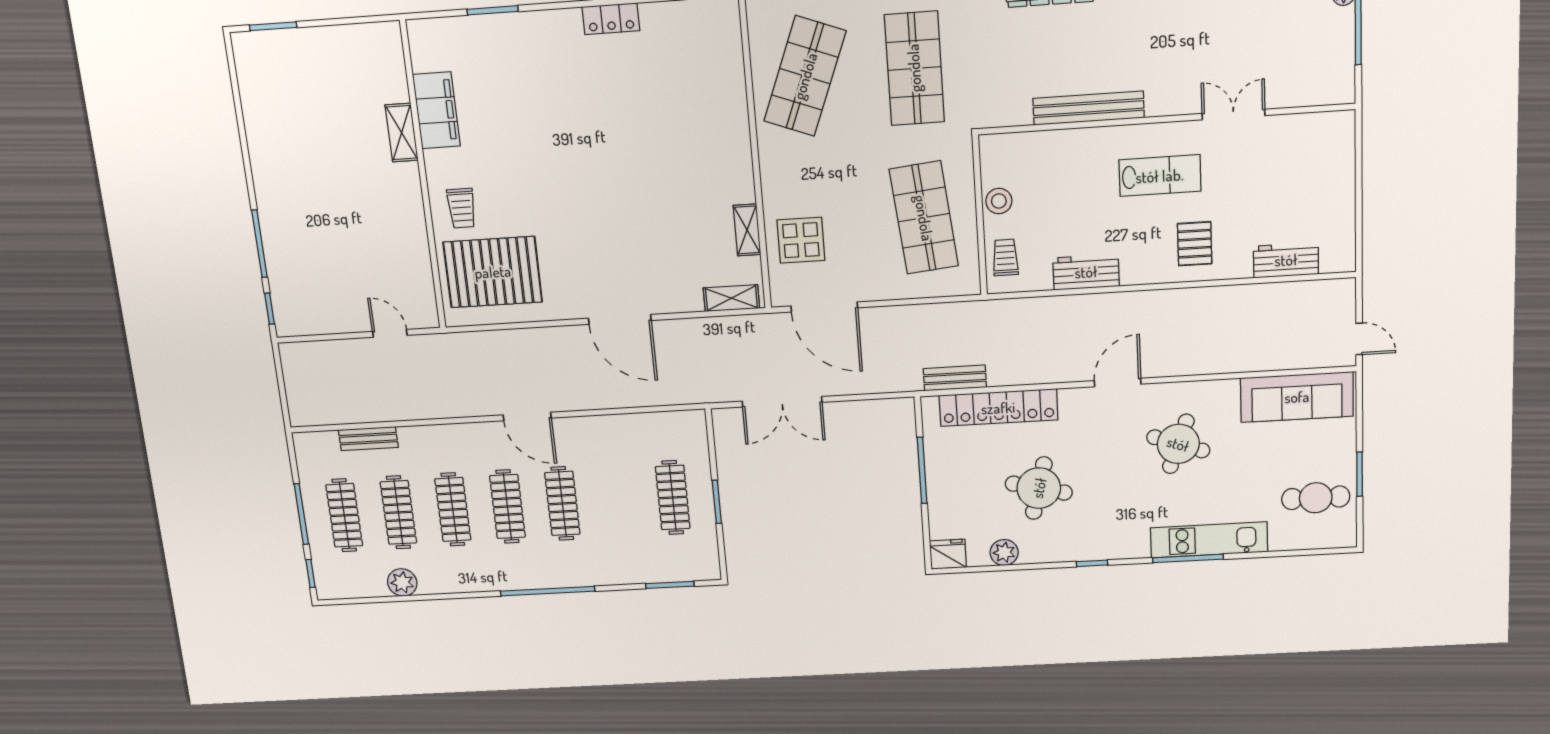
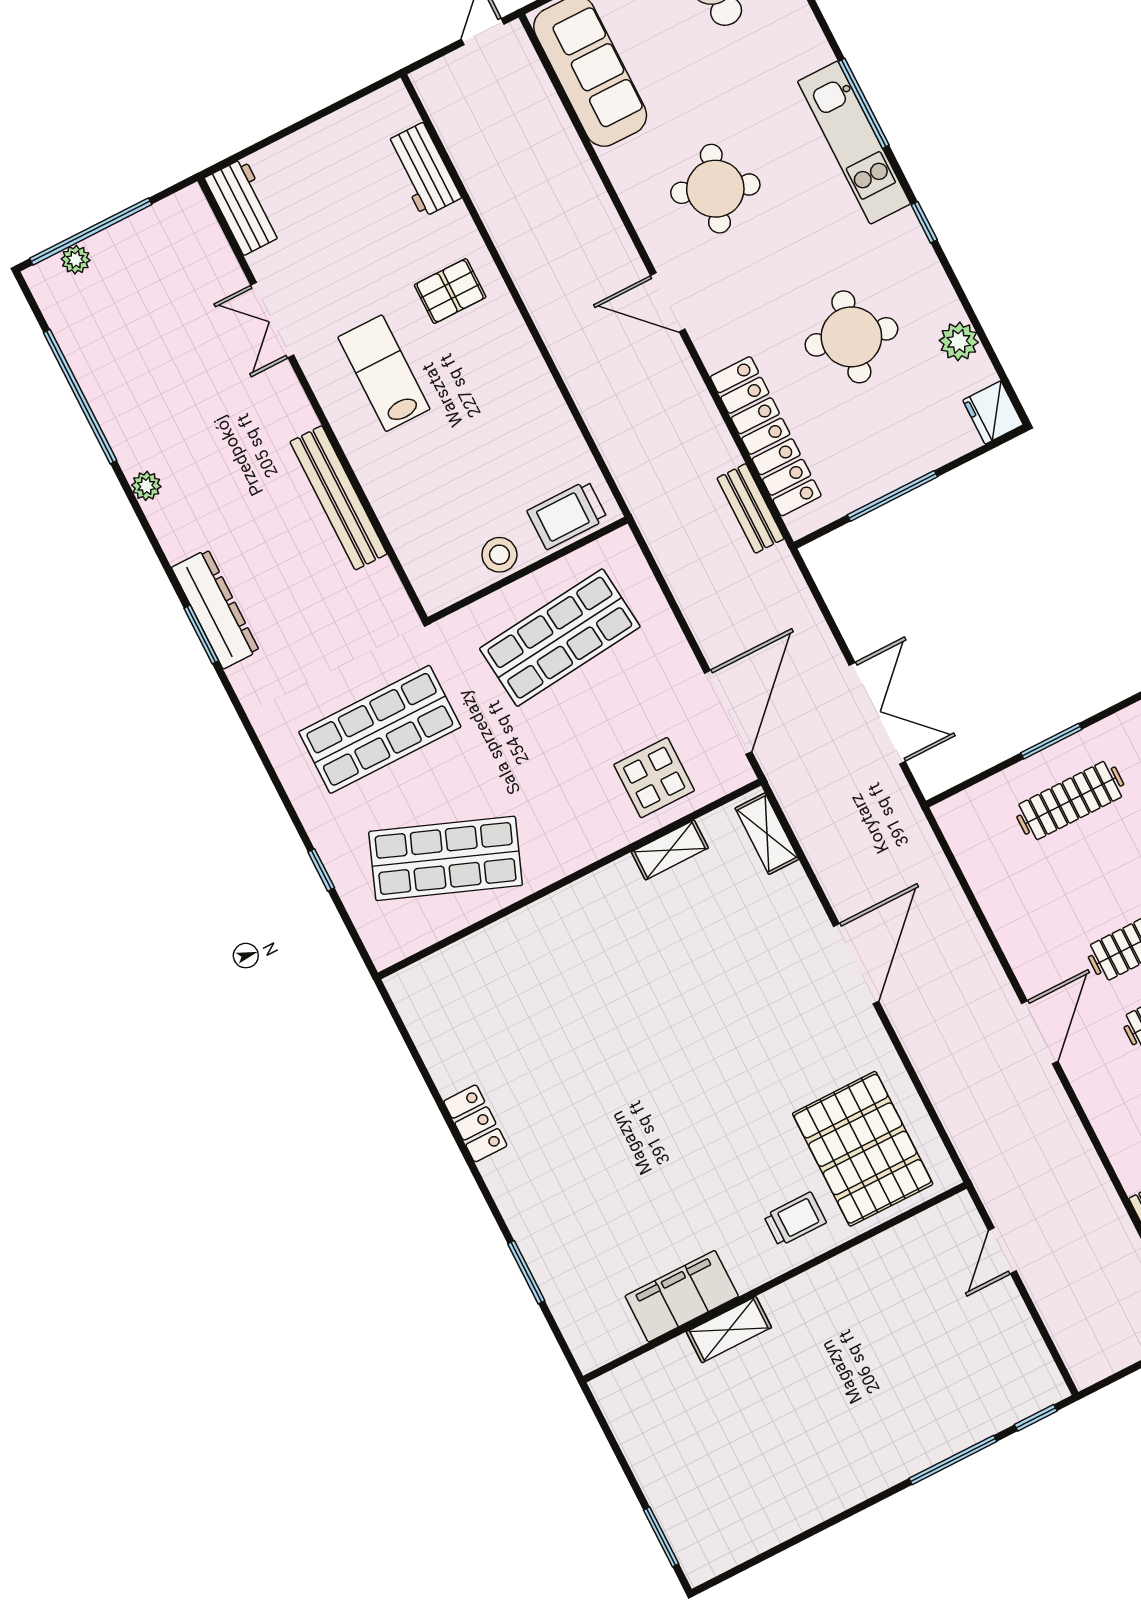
trolley: (1005, 257) -> (567, 515), width x1.36, depth x1.39
workbench: (1086, 272) -> (244, 207), moved, turned 180
kitchen unit: (1209, 540) -> (854, 143), moved

